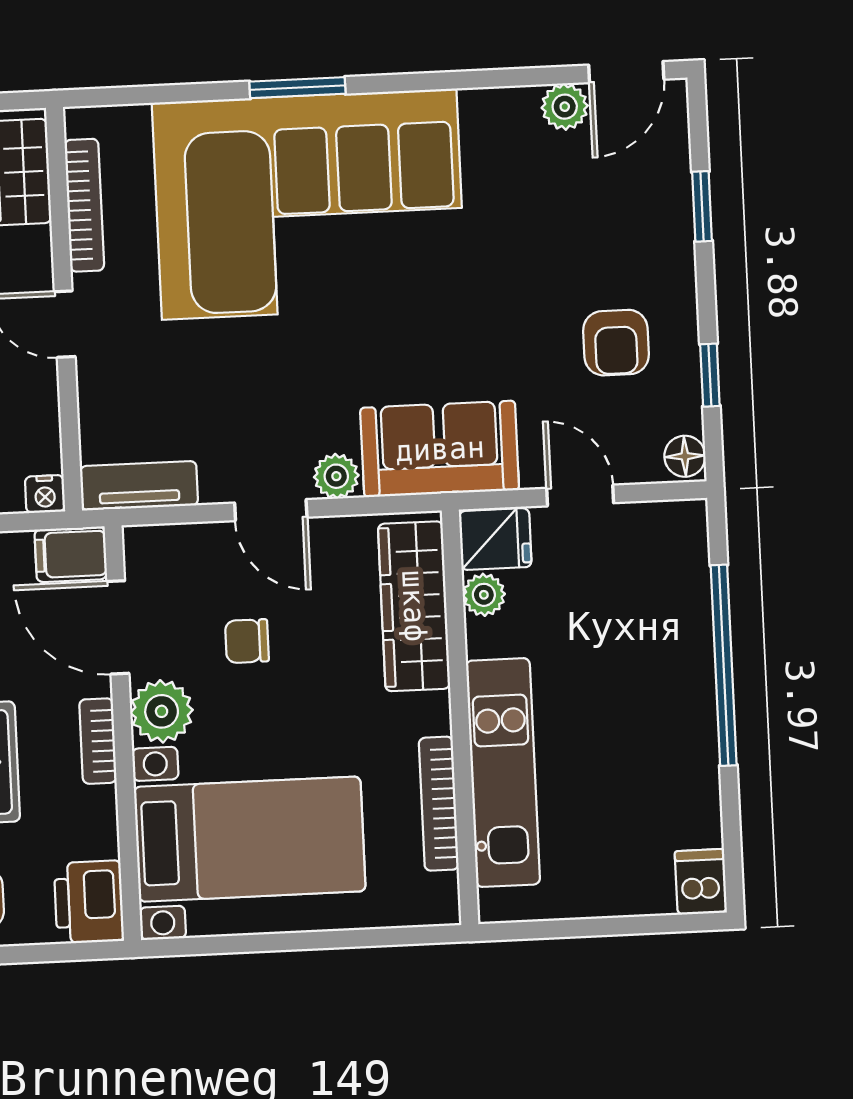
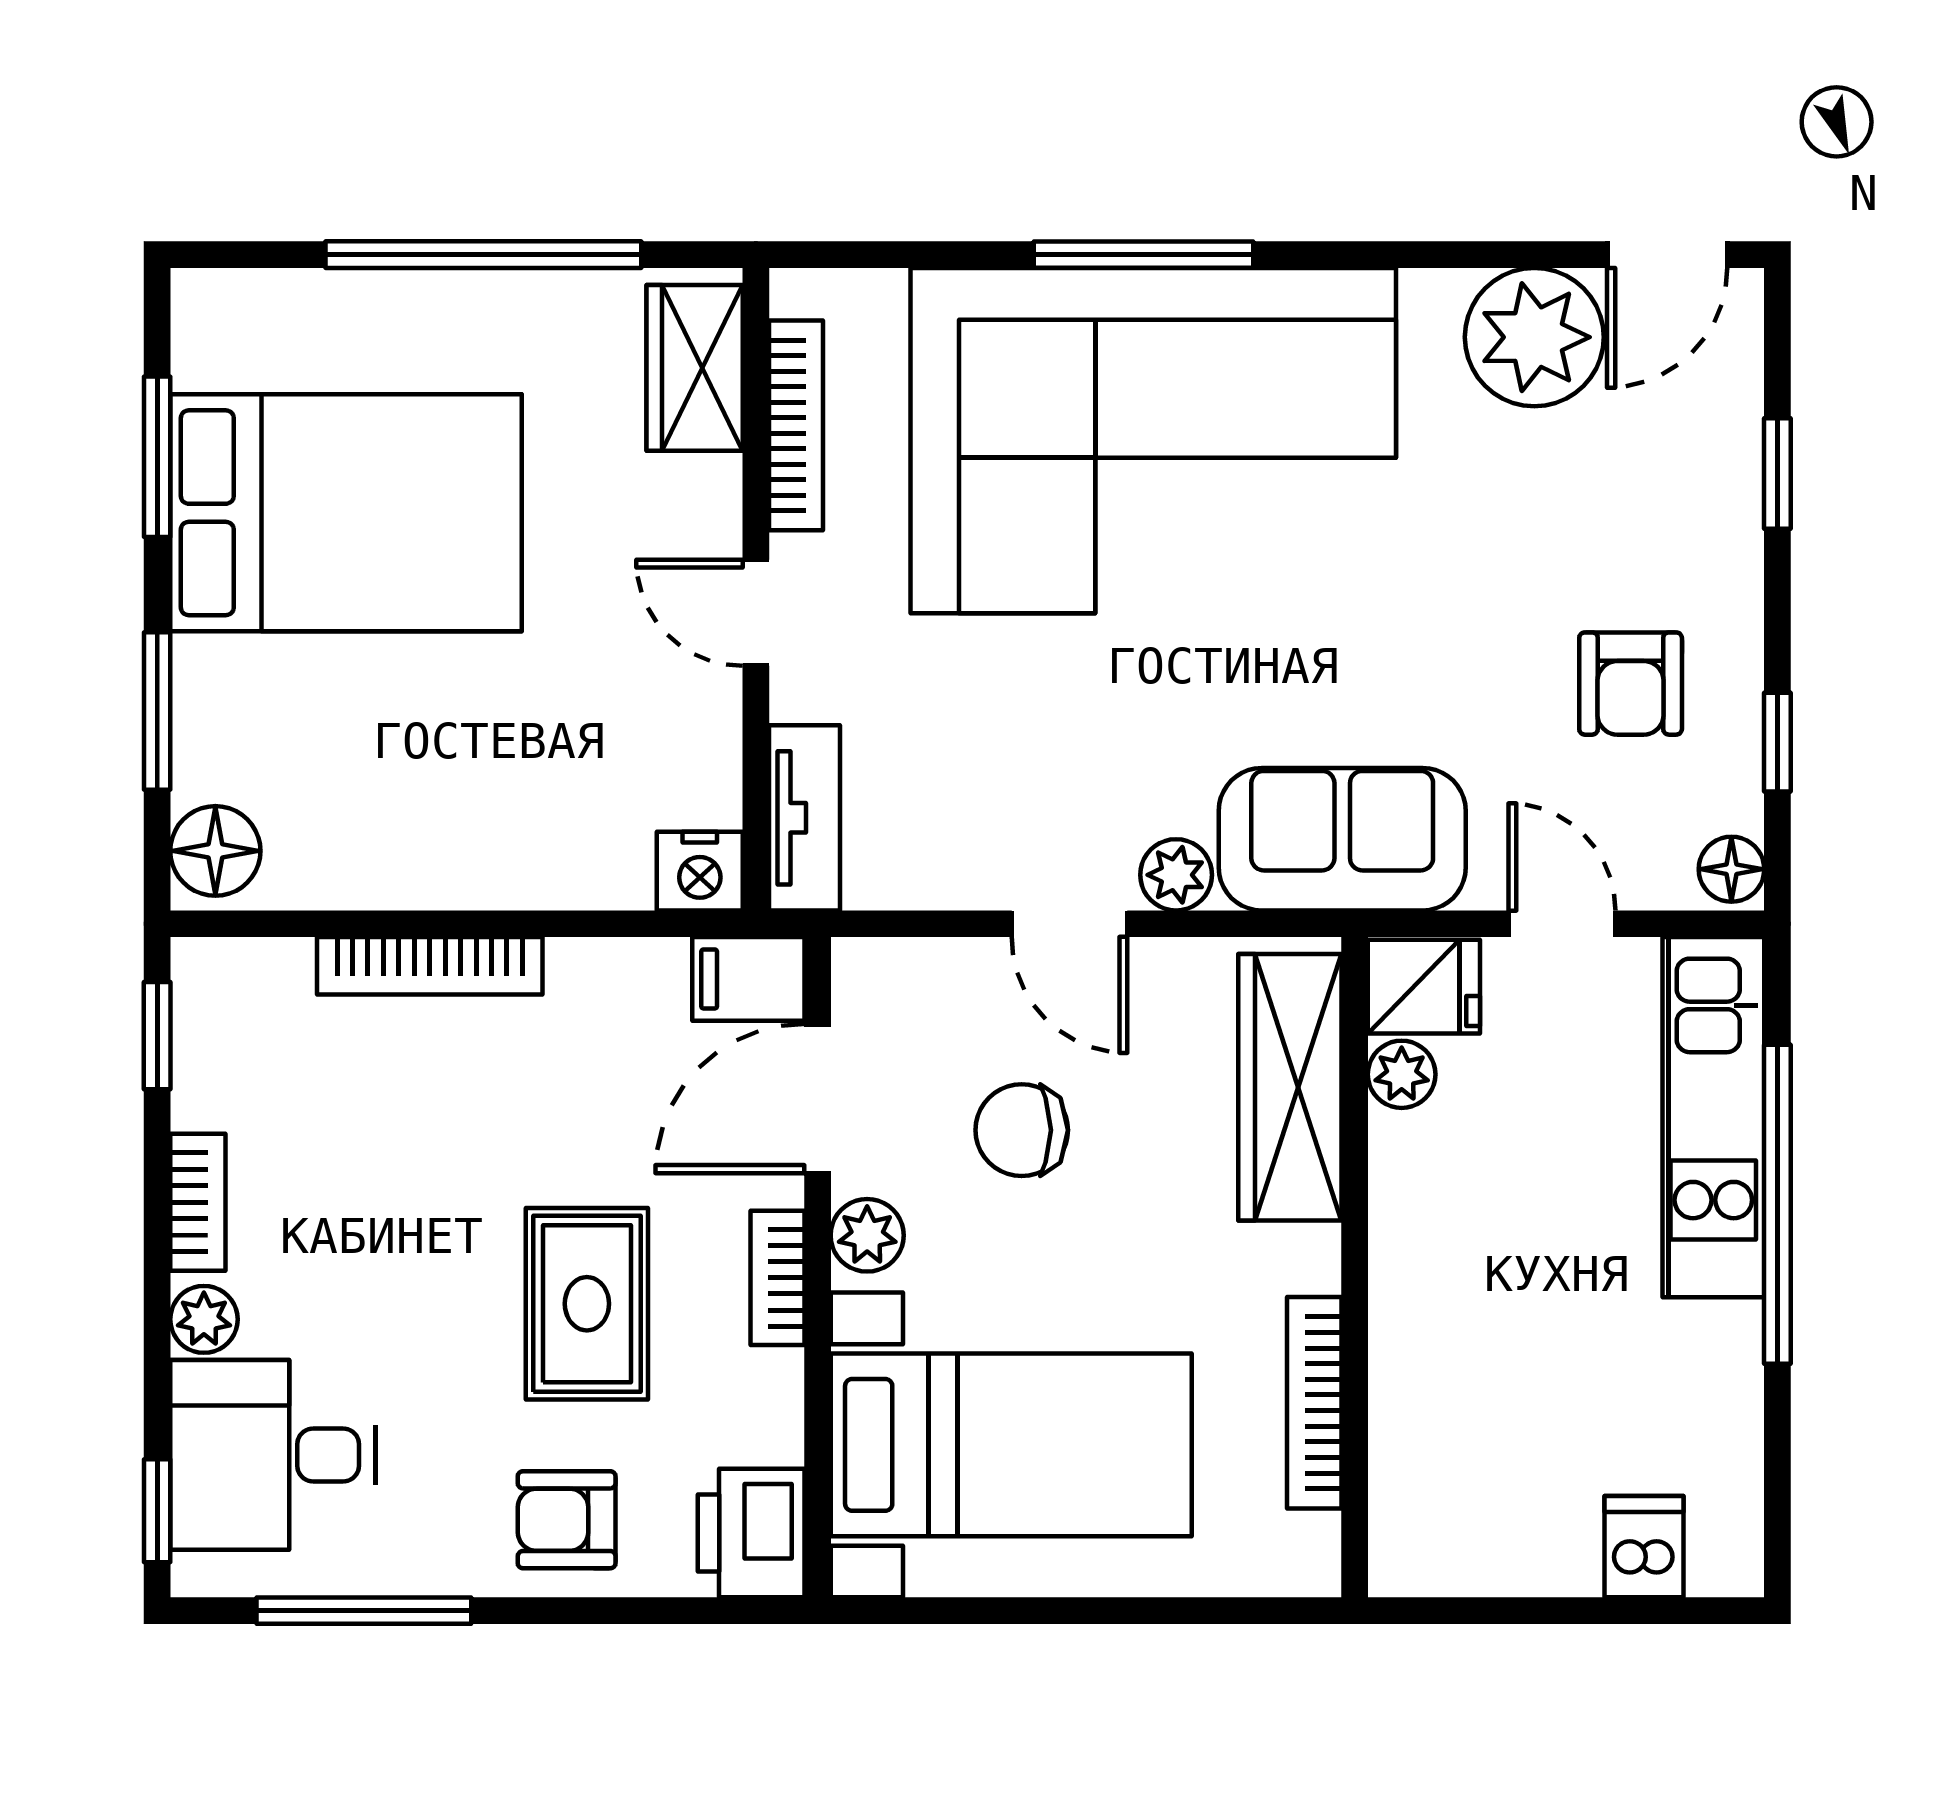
window: (297, 88) -> (1143, 255), width x1.44
plant: (565, 107) -> (1534, 337), width x1.88, depth x1.88
tv unit: (139, 486) -> (805, 818), moved, turned 90
nightstand: (45, 494) -> (700, 871), width x1.39, depth x1.35
door: (118, 627) -> (818, 1099), hinge flipped
chair: (247, 641) -> (1022, 1130), width x1.37, depth x1.37
plant: (162, 711) -> (867, 1235), width x0.73, depth x0.73
kitchen unit: (503, 773) -> (1713, 1117), moved, turned 180
dishwasher: (701, 882) -> (1644, 1547), moved

